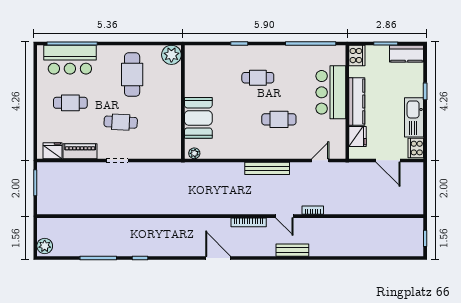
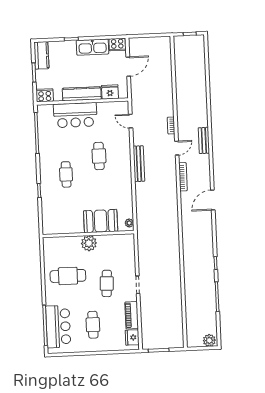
plant: (171, 55) -> (89, 243), moved

